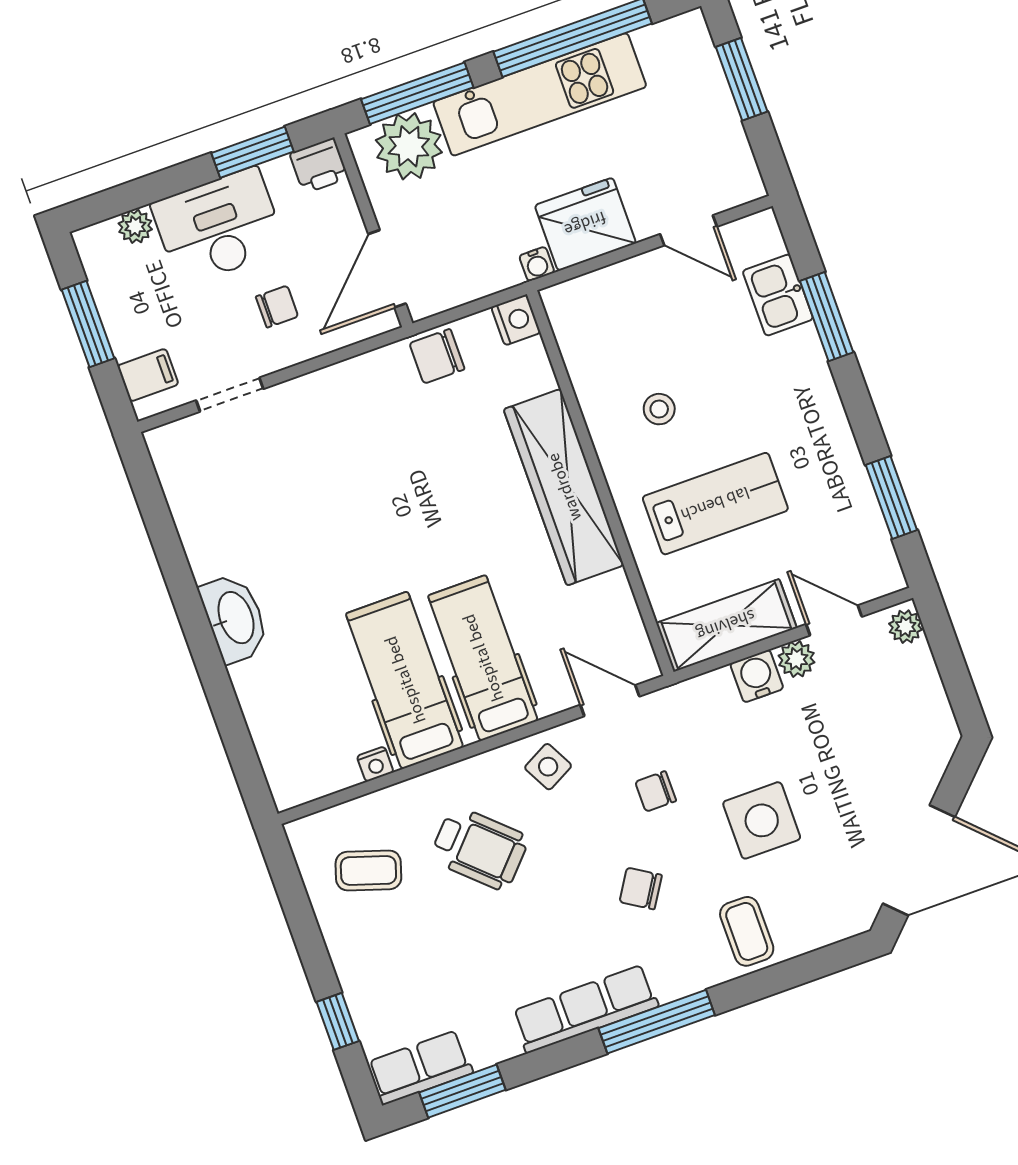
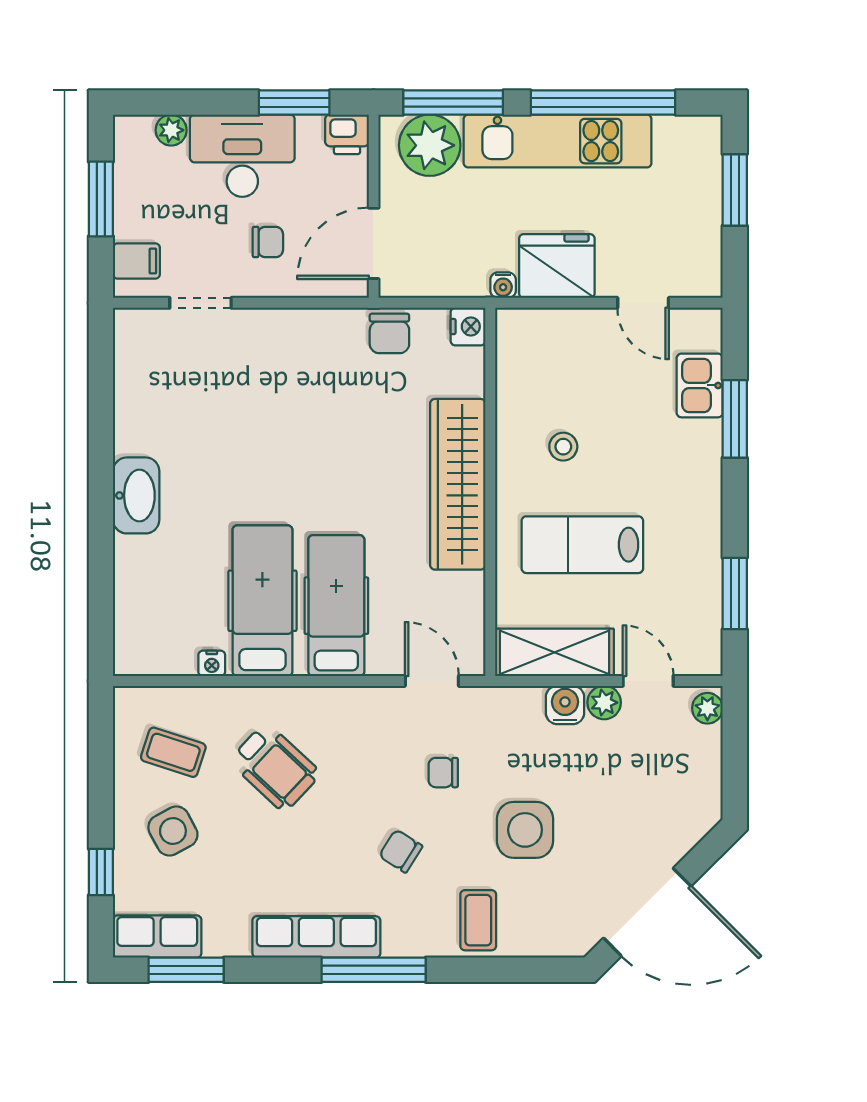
chair: (437, 356) -> (389, 333), turned -90
lab bench: (715, 504) -> (582, 545), turned 180
side table: (548, 767) -> (173, 831), moved, width x1.37, depth x1.37

